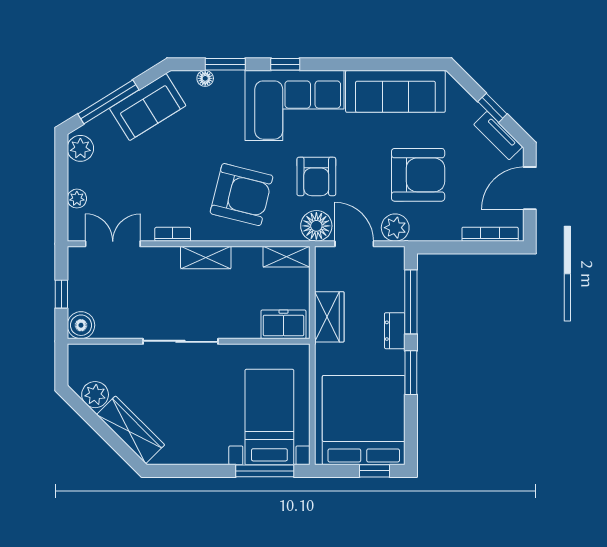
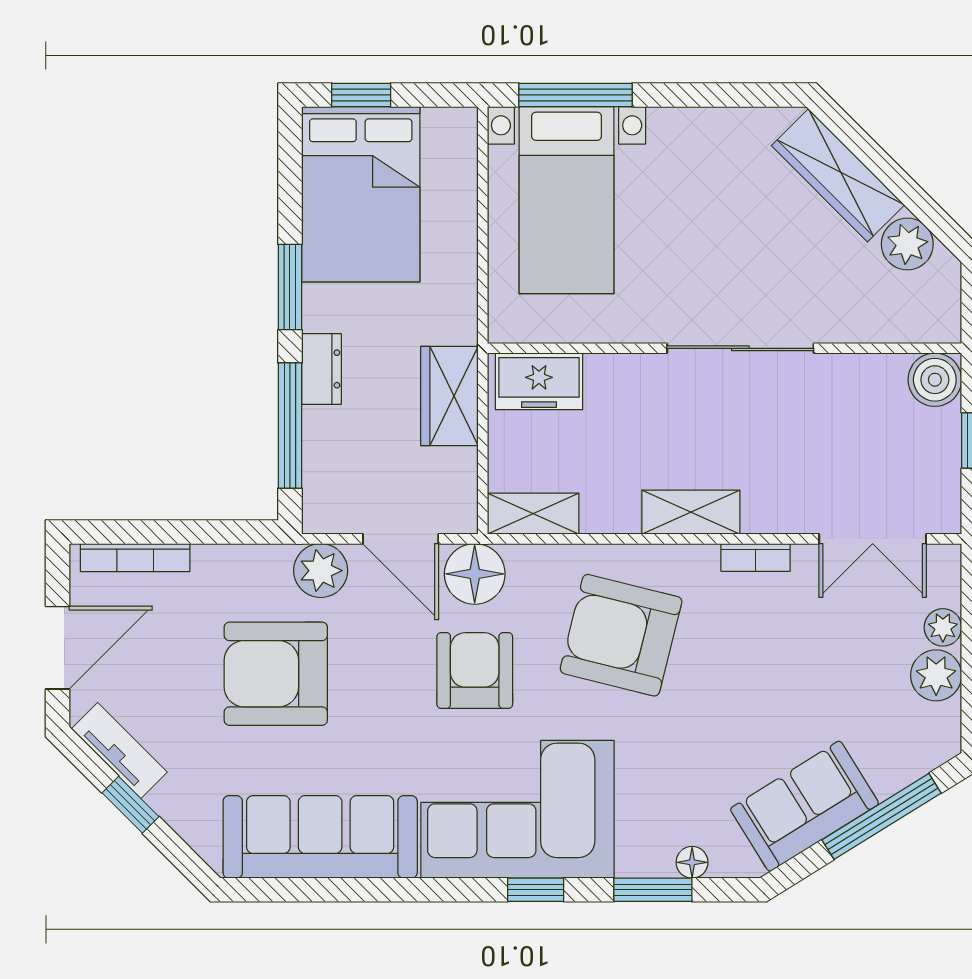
plant: (80, 148) -> (936, 675), moved
bed: (364, 420) -> (361, 194), width x0.73

